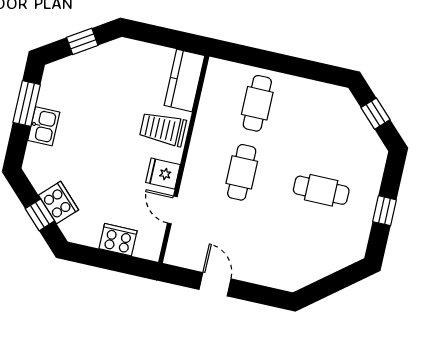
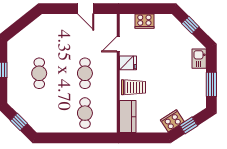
kitchen sink: (44, 126) -> (199, 59), moved
cafe table: (321, 190) -> (39, 73), turned 90
cooker: (59, 203) -> (172, 121), moved, turned 102
door: (172, 210) -> (118, 44), swing flipped

